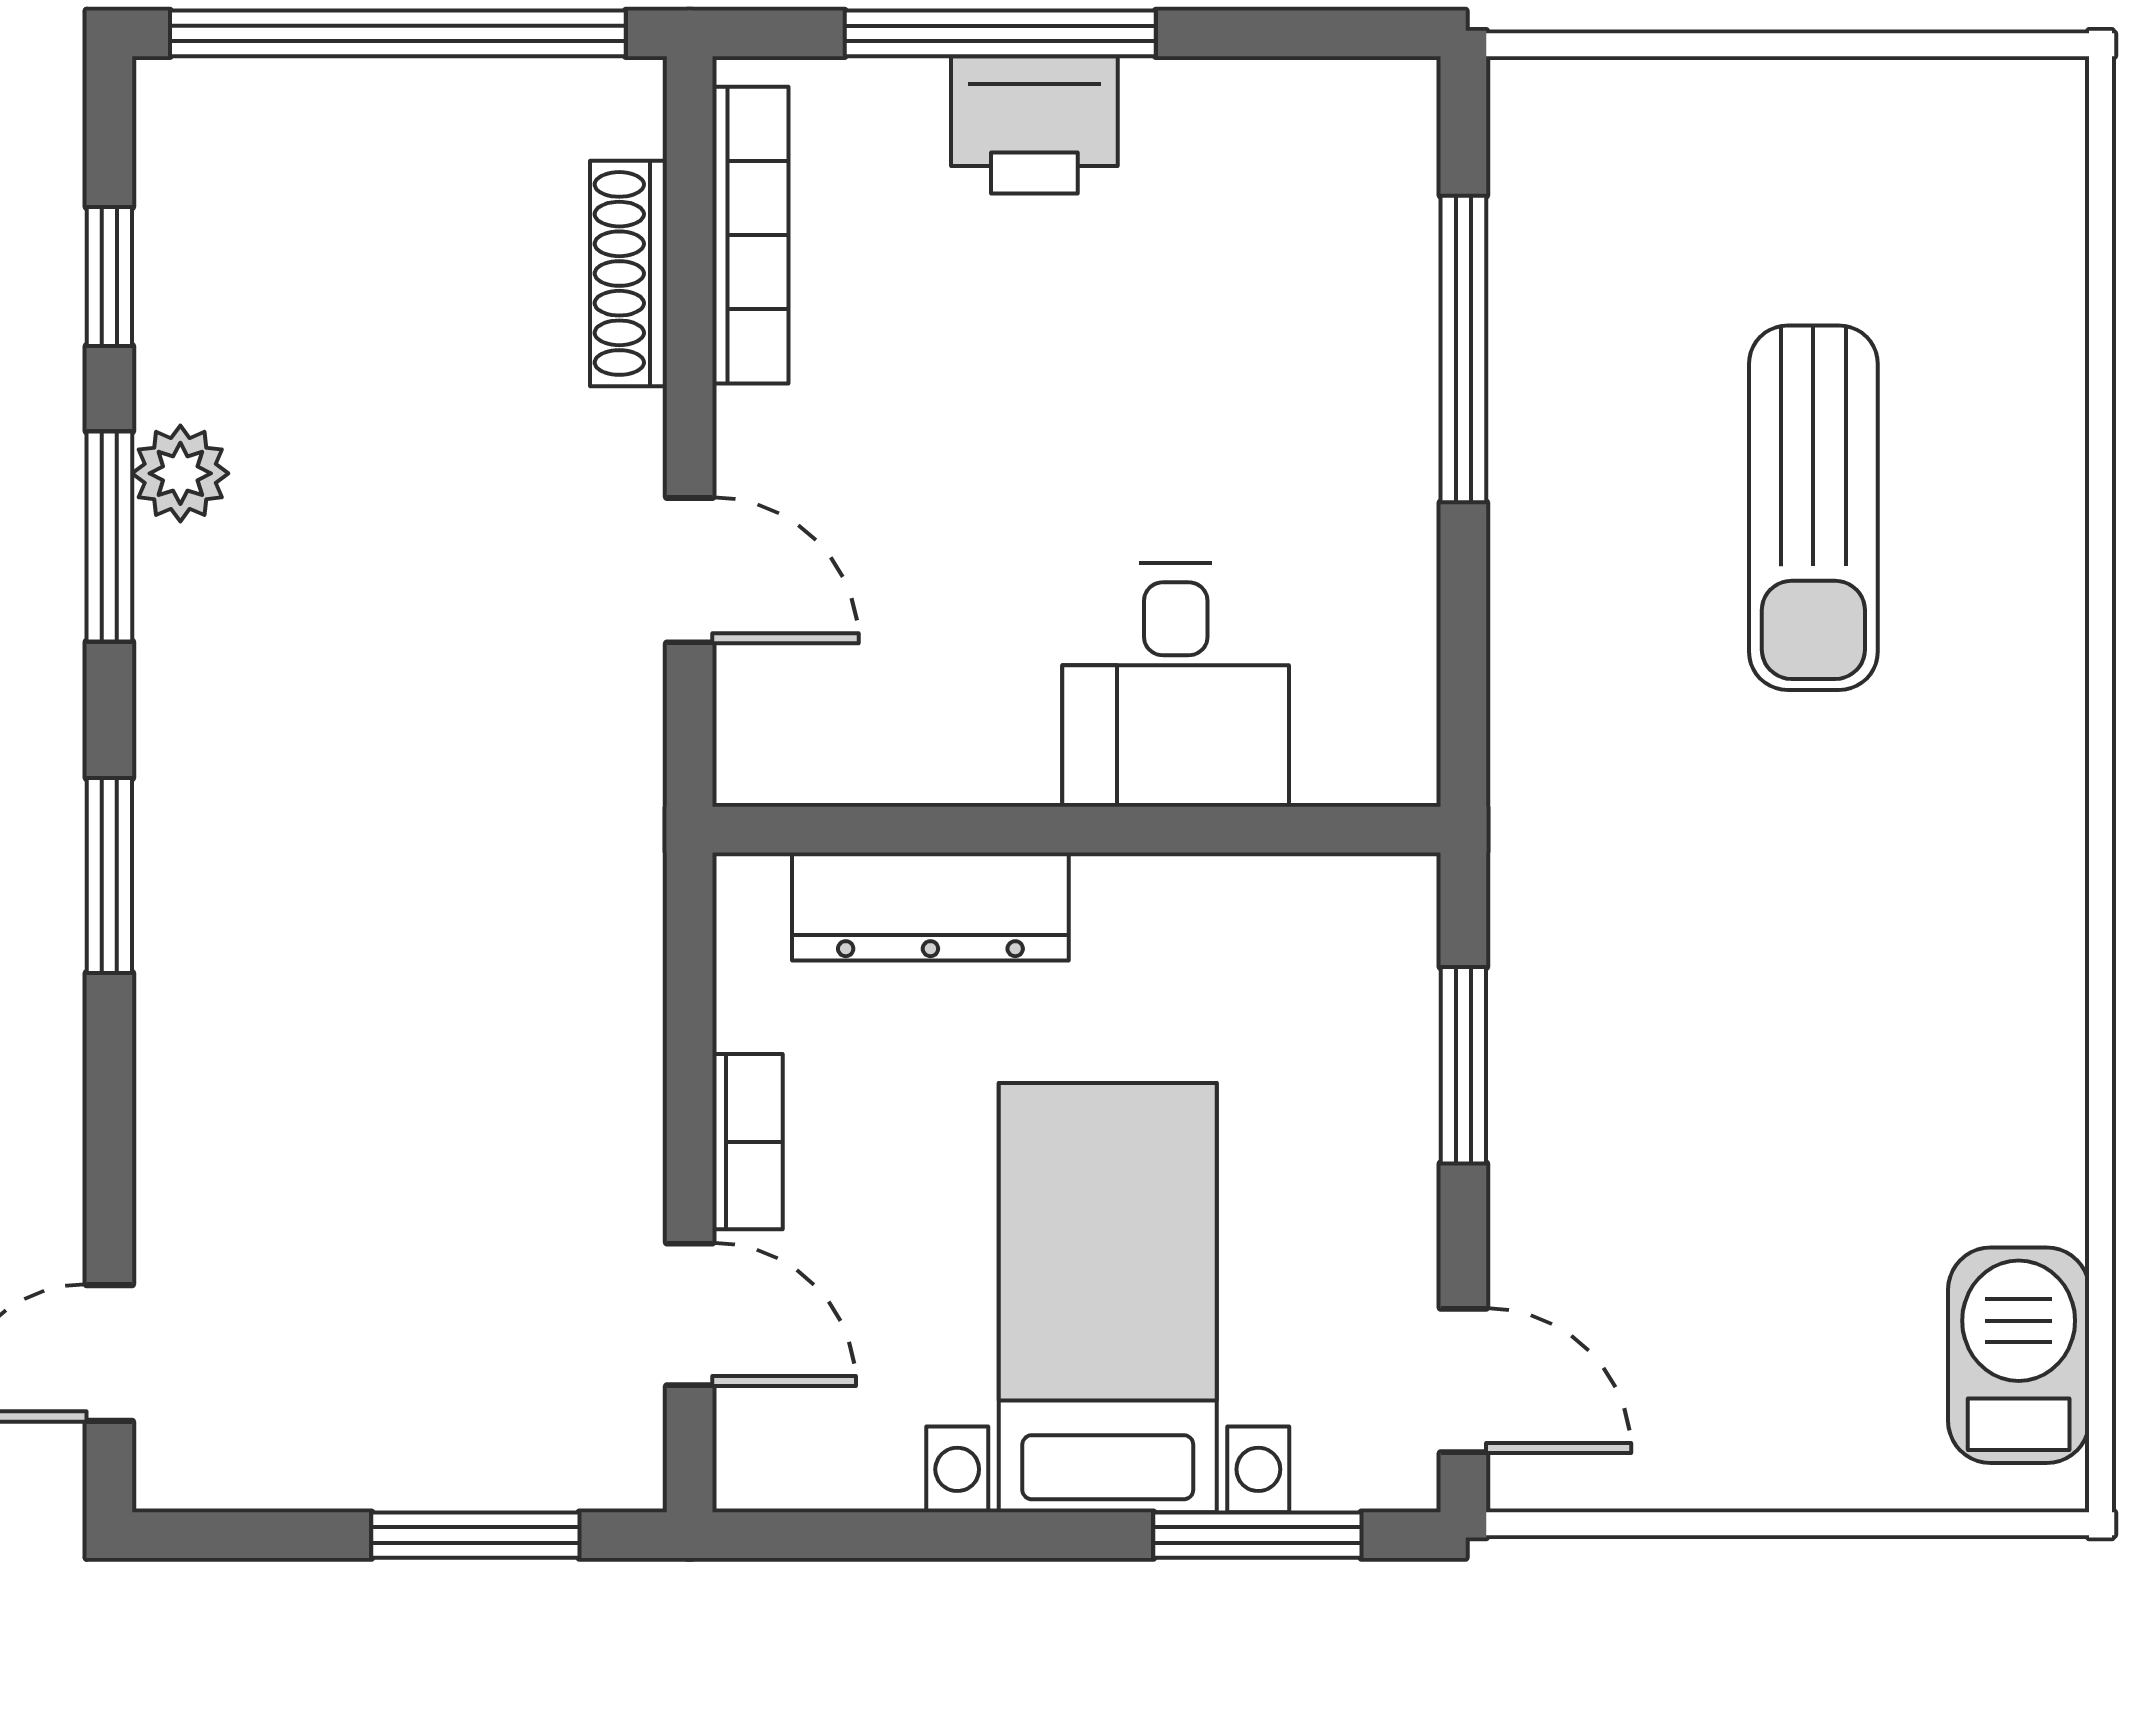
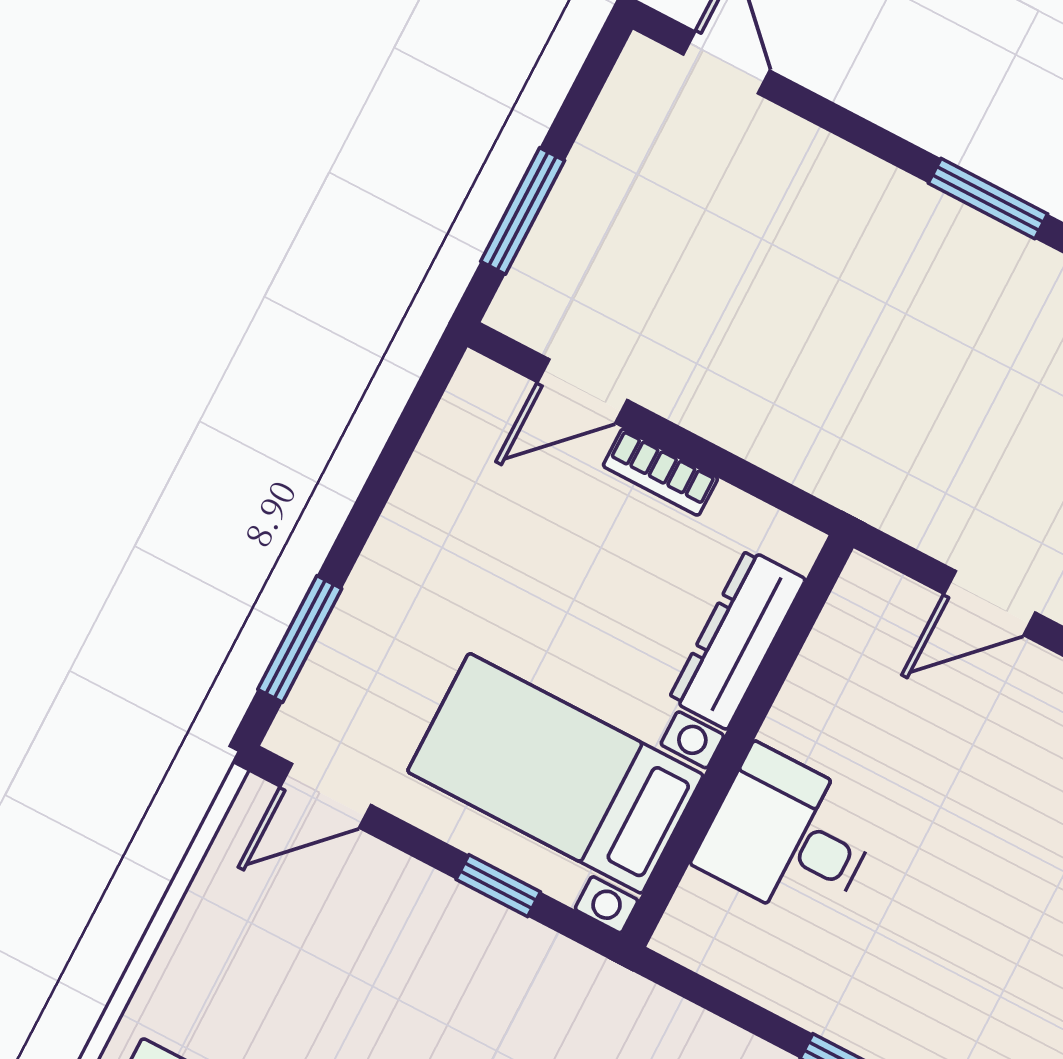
window: (1463, 1065) -> (498, 886), width x0.67
bed with nightstands: (1108, 1298) -> (555, 773), moved, turned 180

